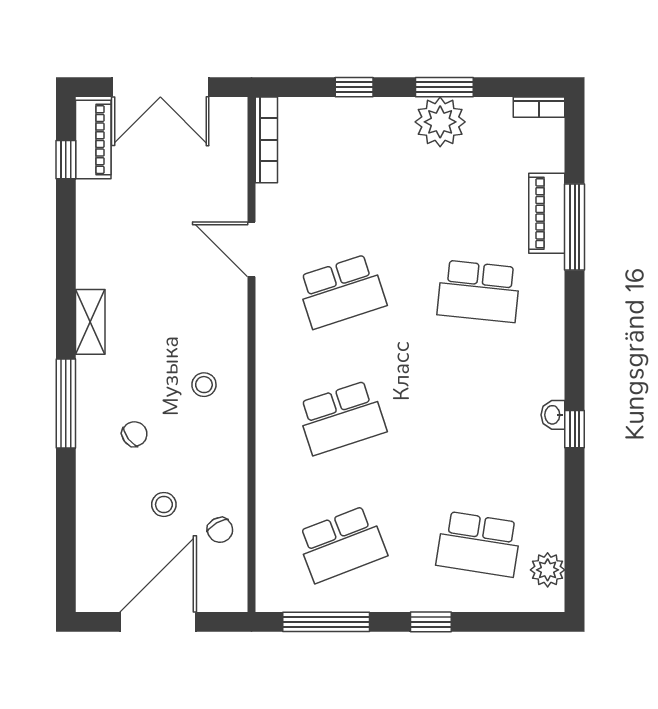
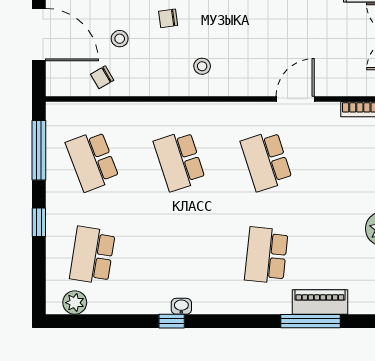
chair: (134, 434) -> (168, 18), turned 119

